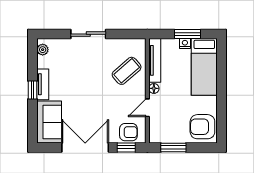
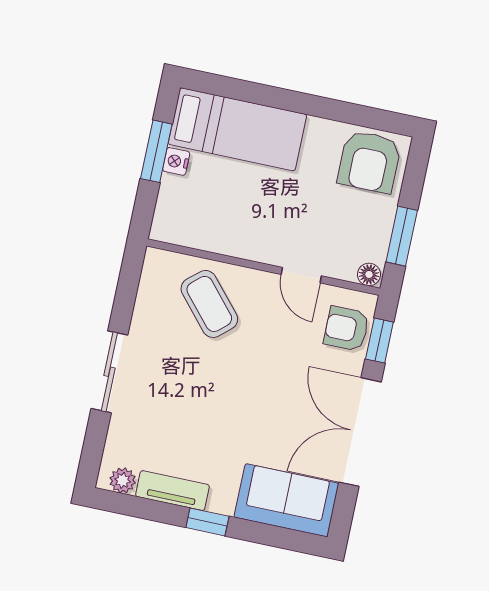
tv unit: (155, 60) -> (199, 236), removed
tv unit: (43, 84) -> (172, 491), moved
floor lamp: (154, 88) -> (369, 274), moved
armchair: (128, 132) -> (346, 329), turned -90

